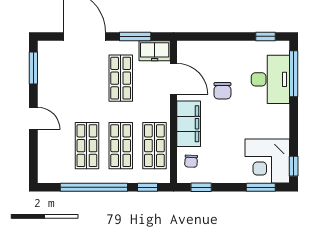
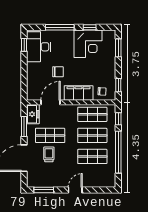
window: (294, 74) -> (60, 27), moved
trolley: (90, 76) -> (49, 154), added
desk: (270, 79) -> (39, 47), moved, turned -90
corner desk: (267, 161) -> (88, 44), moved
window: (294, 166) -> (90, 27), moved

